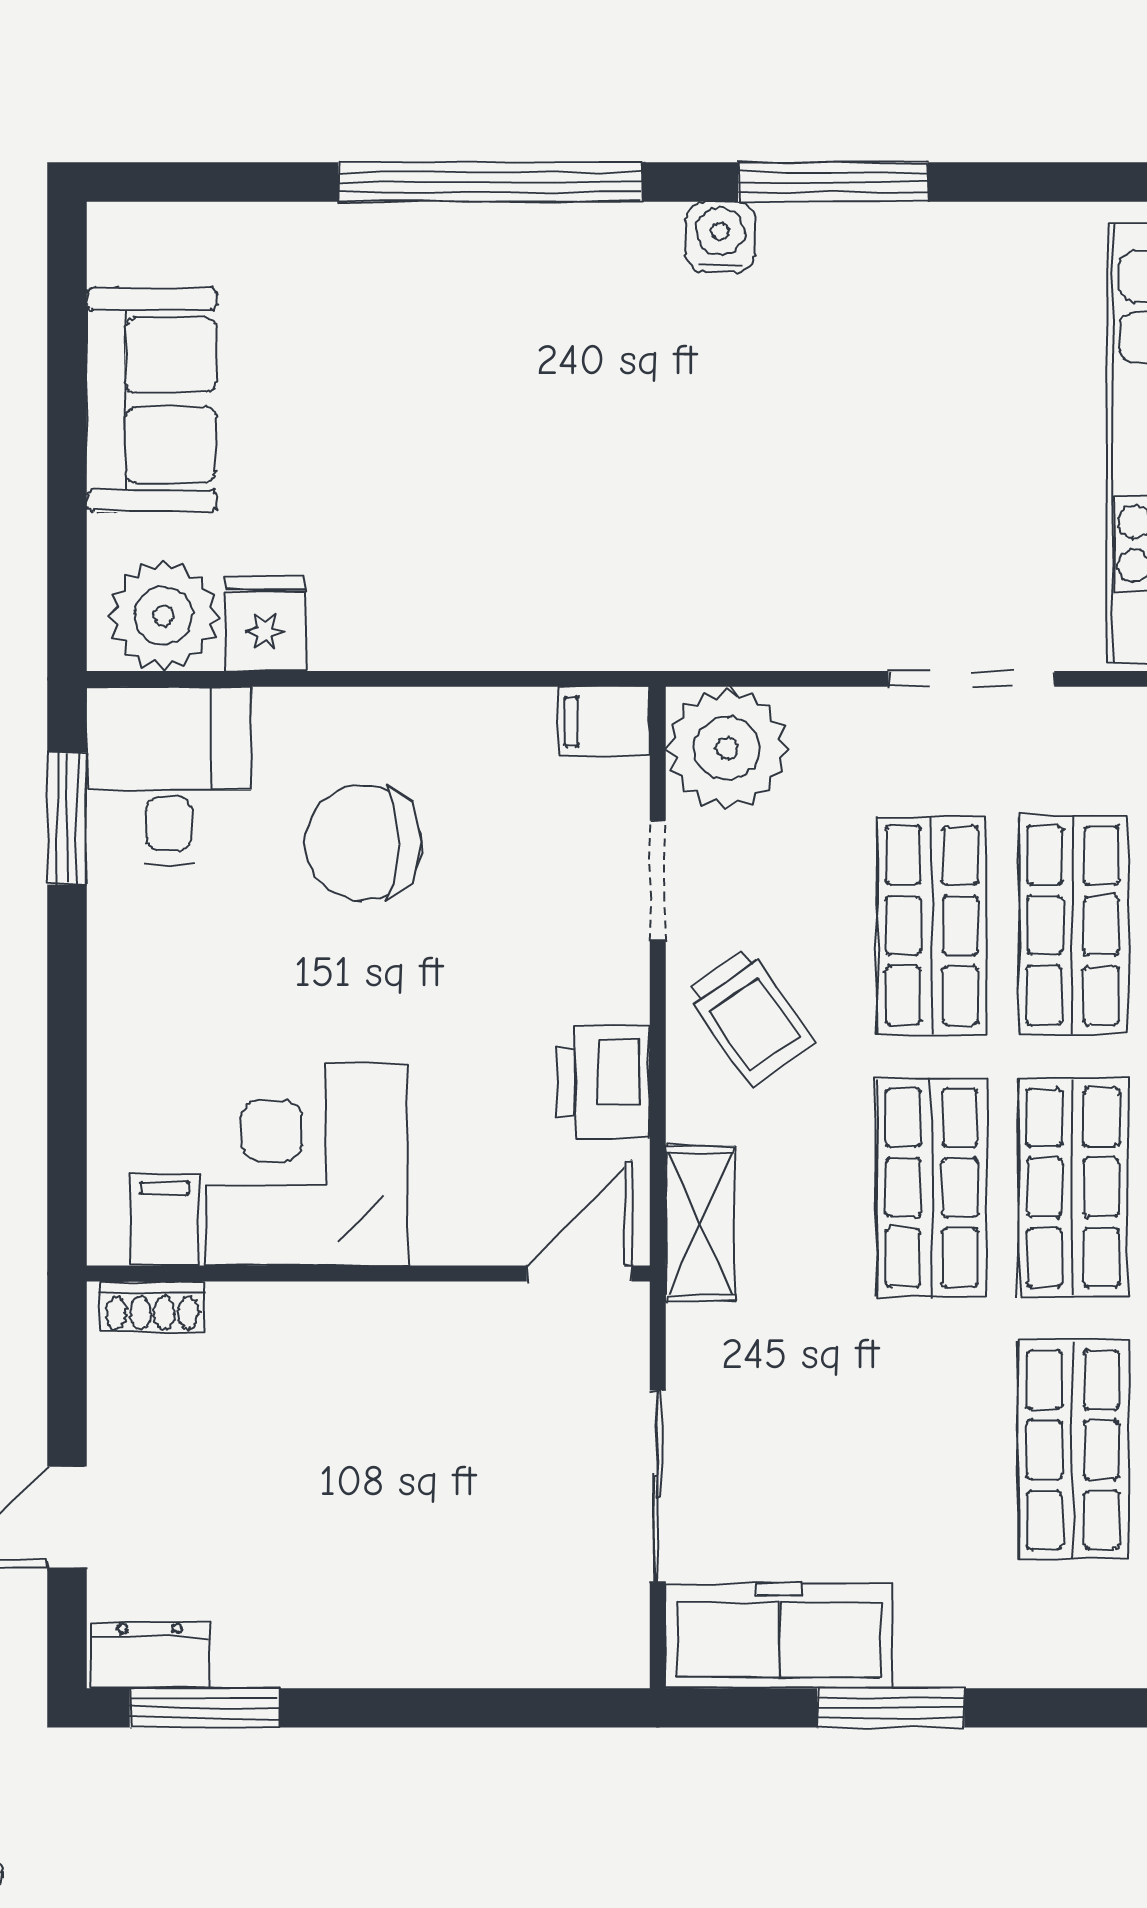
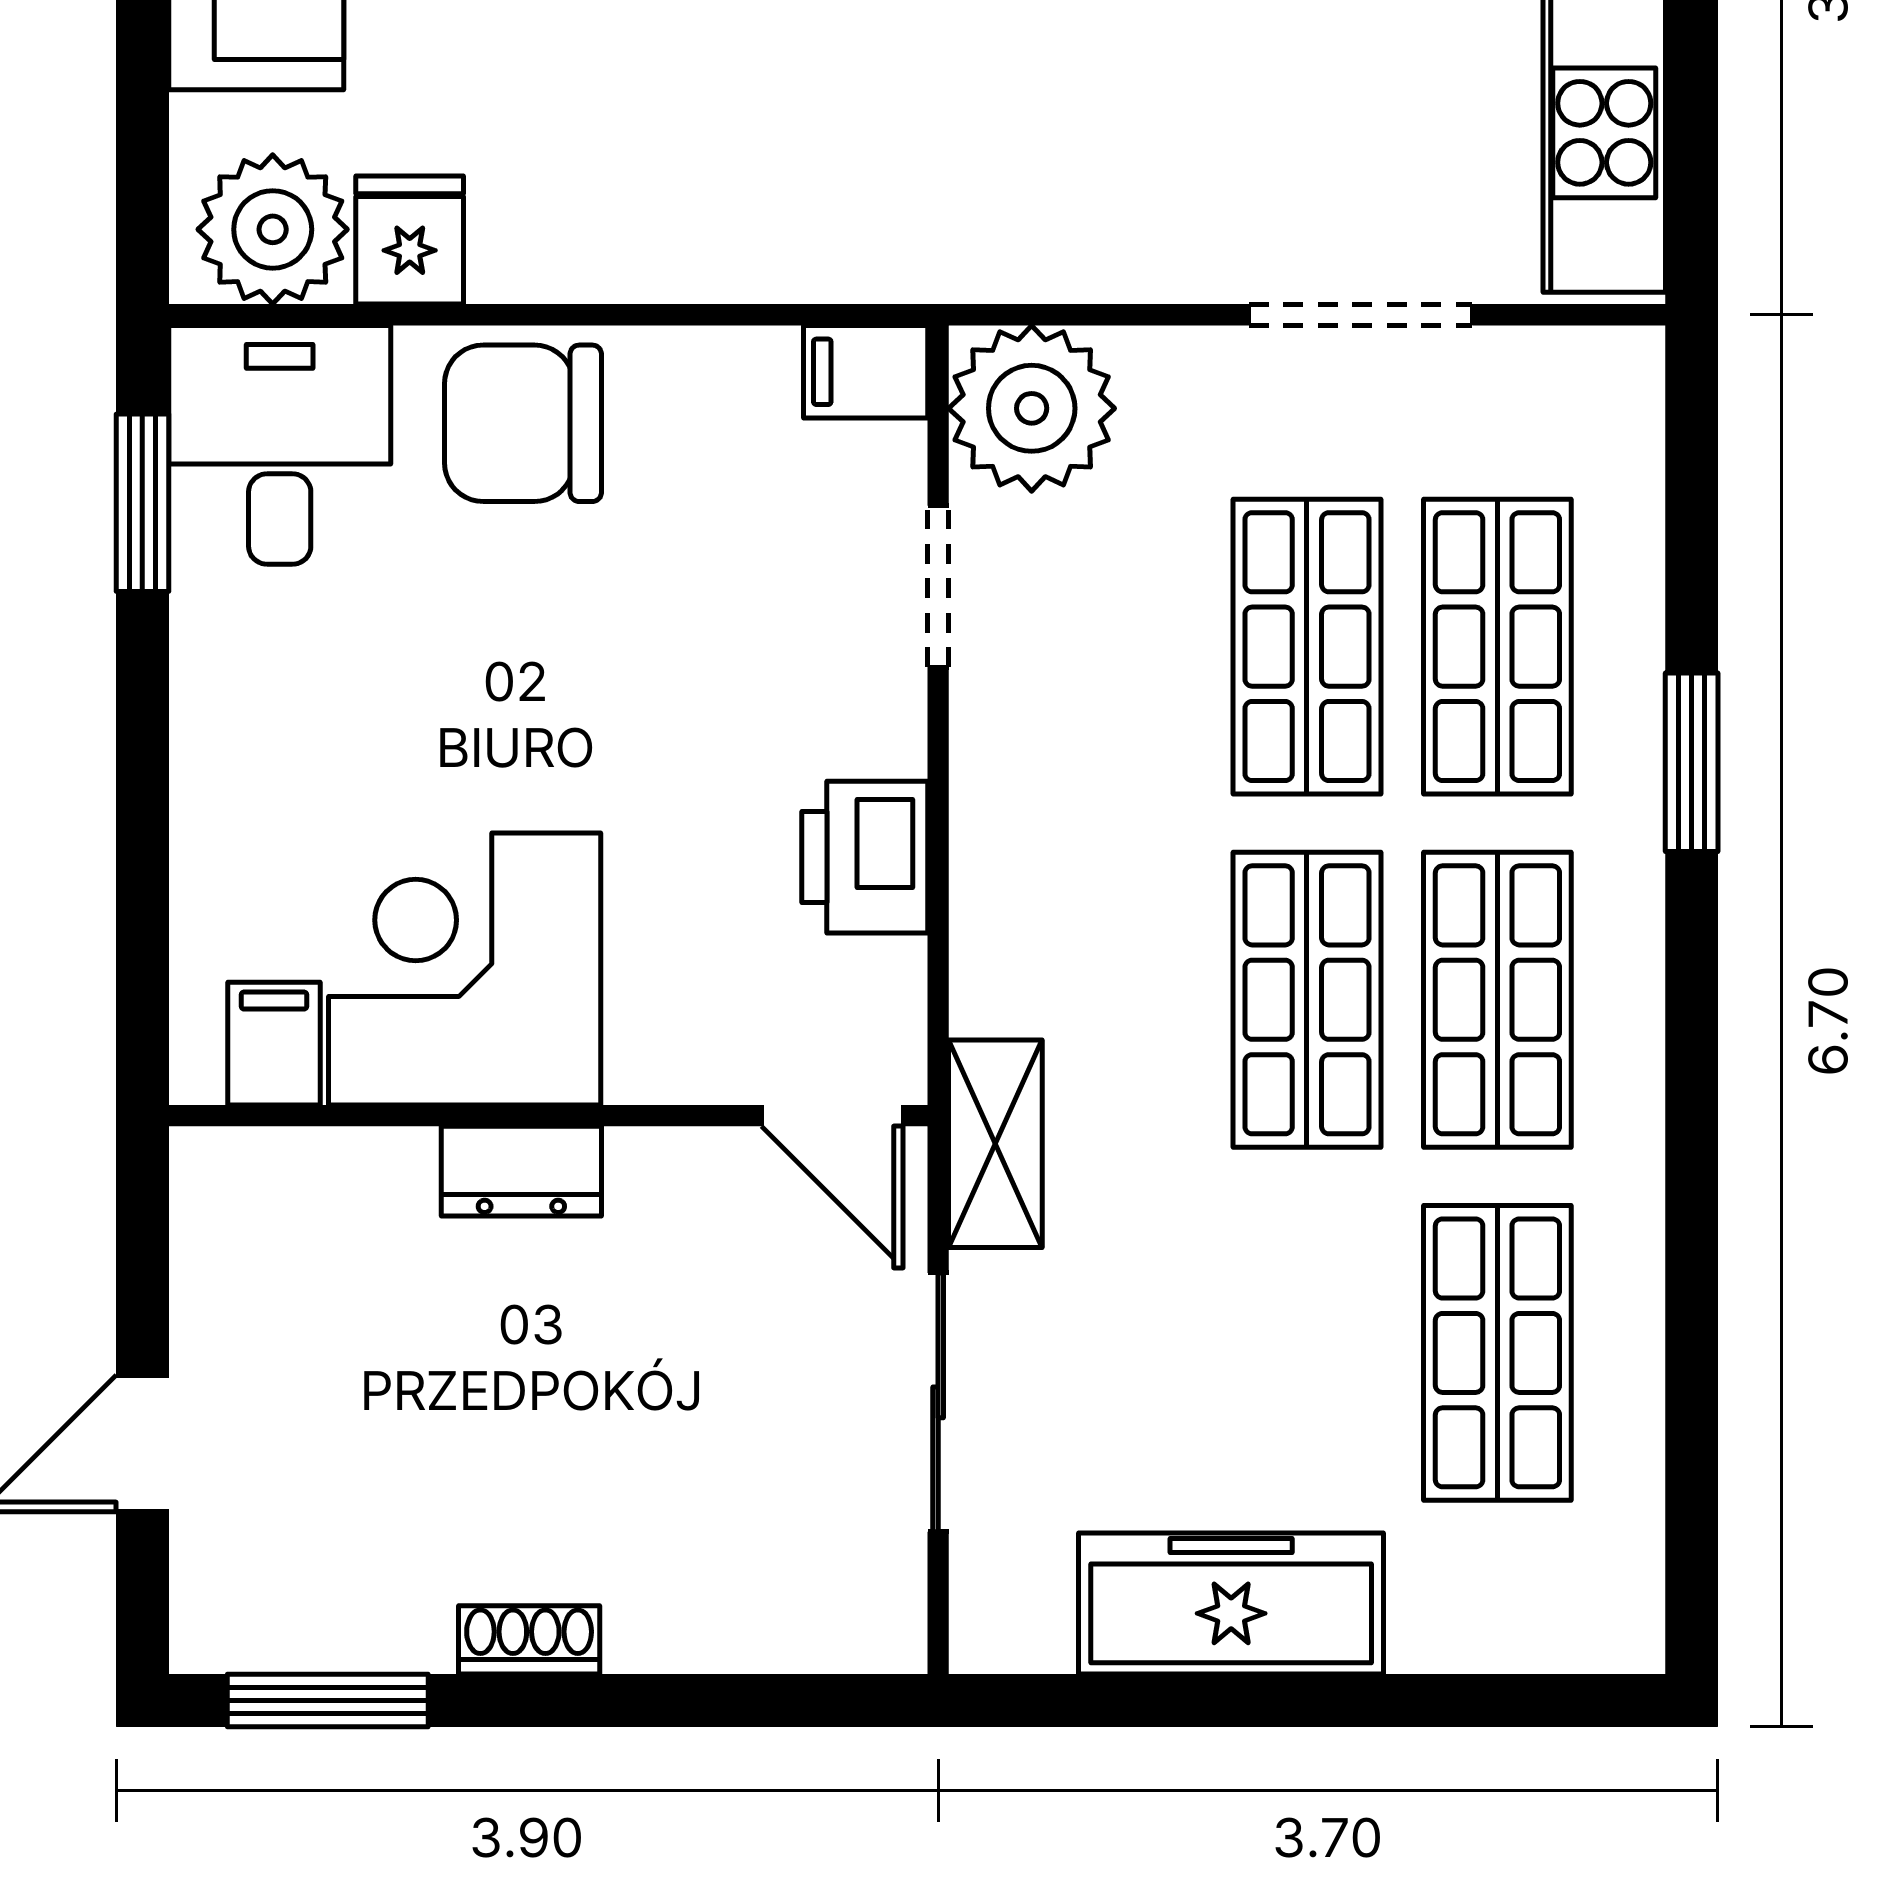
chair: (363, 843) -> (523, 423), moved
trolley: (750, 1017) -> (1063, 770), removed
shelving: (700, 1224) -> (995, 1144), moved
door: (579, 1274) -> (832, 1116), swing flipped
shoe rack: (152, 1307) -> (529, 1640), moved, turned 180
freezer: (779, 1636) -> (1231, 1603), moved
dresser: (150, 1655) -> (521, 1171), moved, turned 180
window: (891, 1708) -> (1252, 1701), removed

